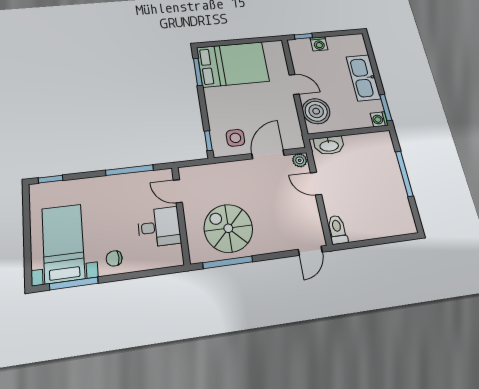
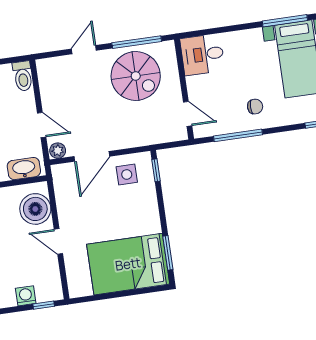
desk: (159, 227) -> (202, 55), moved
door: (310, 251) -> (84, 50), moved
chair: (114, 258) -> (255, 107), moved

